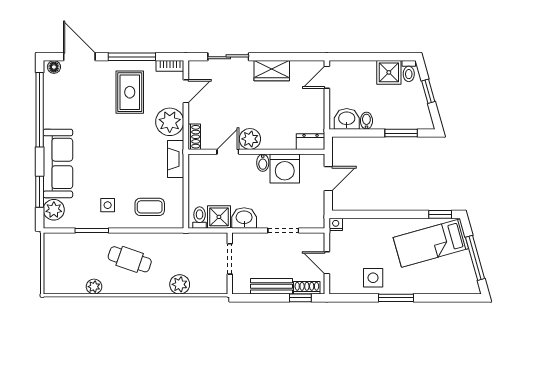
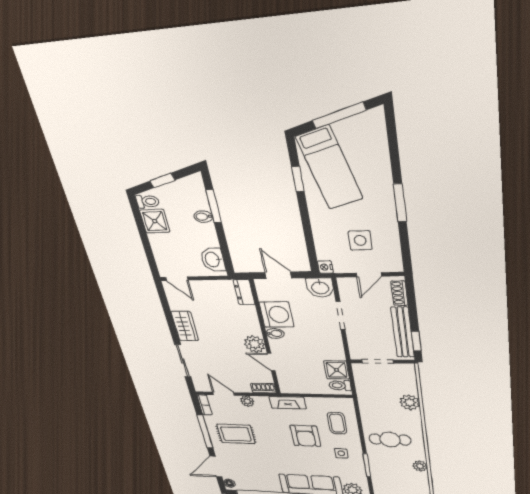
bidet: (366, 121) -> (203, 217), moved
plant: (170, 122) -> (247, 401), width x0.53, depth x0.53
armchair: (131, 170) -> (305, 436), added
window: (440, 214) -> (298, 179), moved
washbasin: (244, 218) -> (320, 287), moved, turned -90
cafe table: (130, 259) -> (390, 440), turned 71
side table: (373, 278) -> (360, 240), moved
bench: (271, 286) -> (403, 332), width x1.36
window: (300, 298) -> (416, 341), moved

